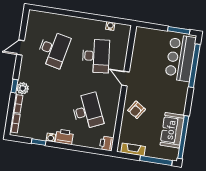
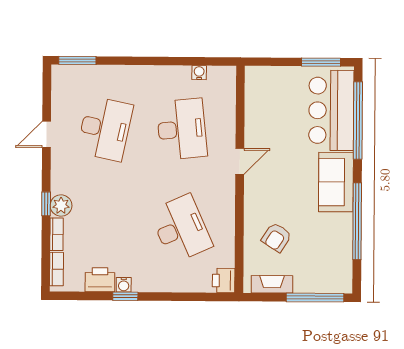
window: (44, 9) -> (77, 60), added
door: (126, 79) -> (240, 161), swing flipped
armchair: (137, 110) -> (277, 237), moved
sofa: (172, 130) -> (336, 182), moved
printer: (64, 137) -> (100, 280), moved
window: (183, 137) -> (357, 221), moved
window: (39, 142) -> (125, 296), moved

